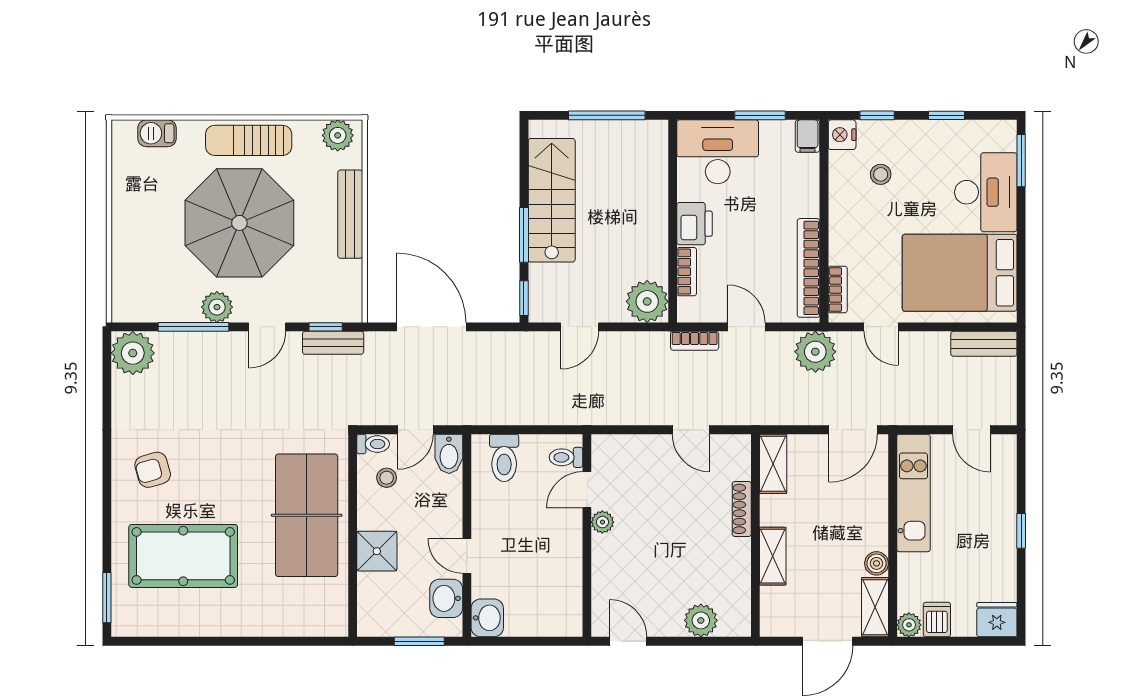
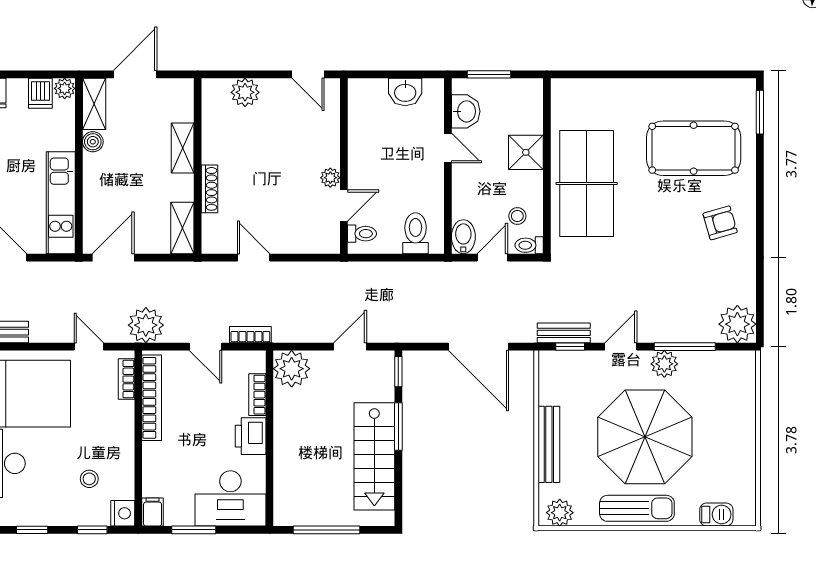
washbasin: (487, 618) -> (405, 92), moved, turned -90

